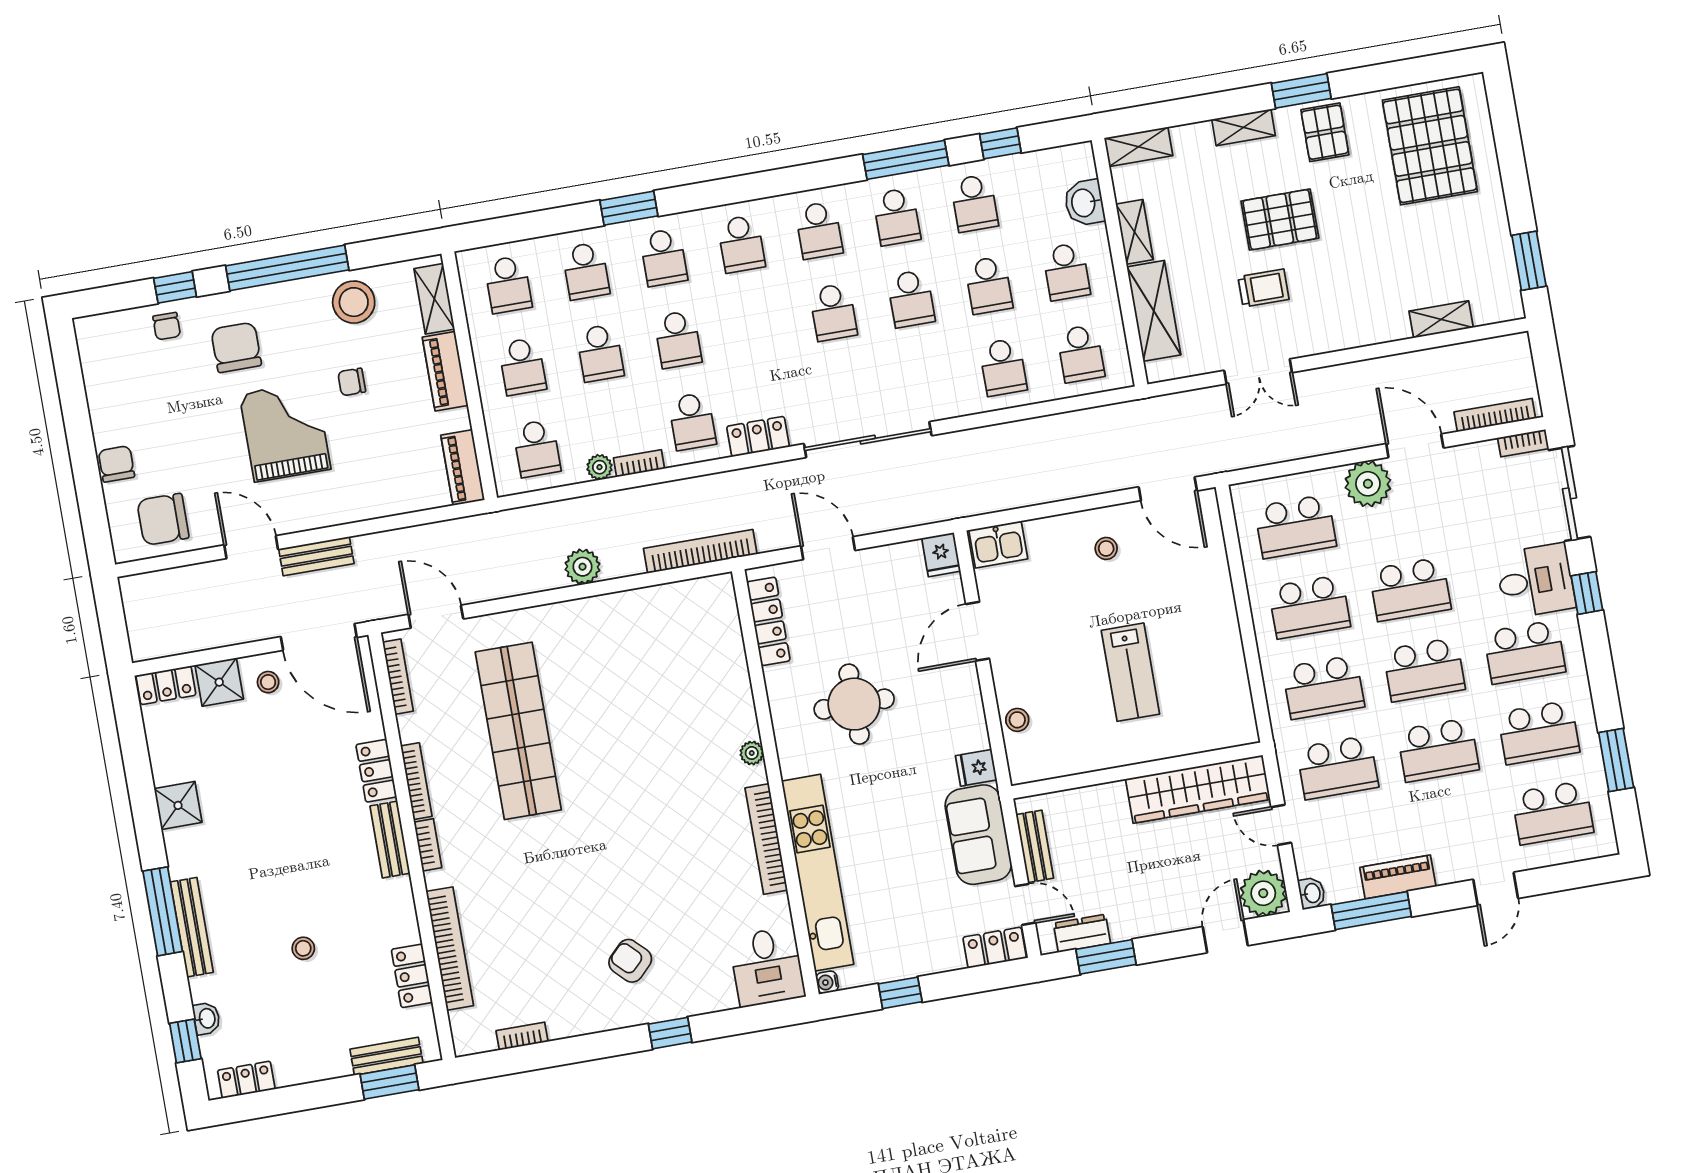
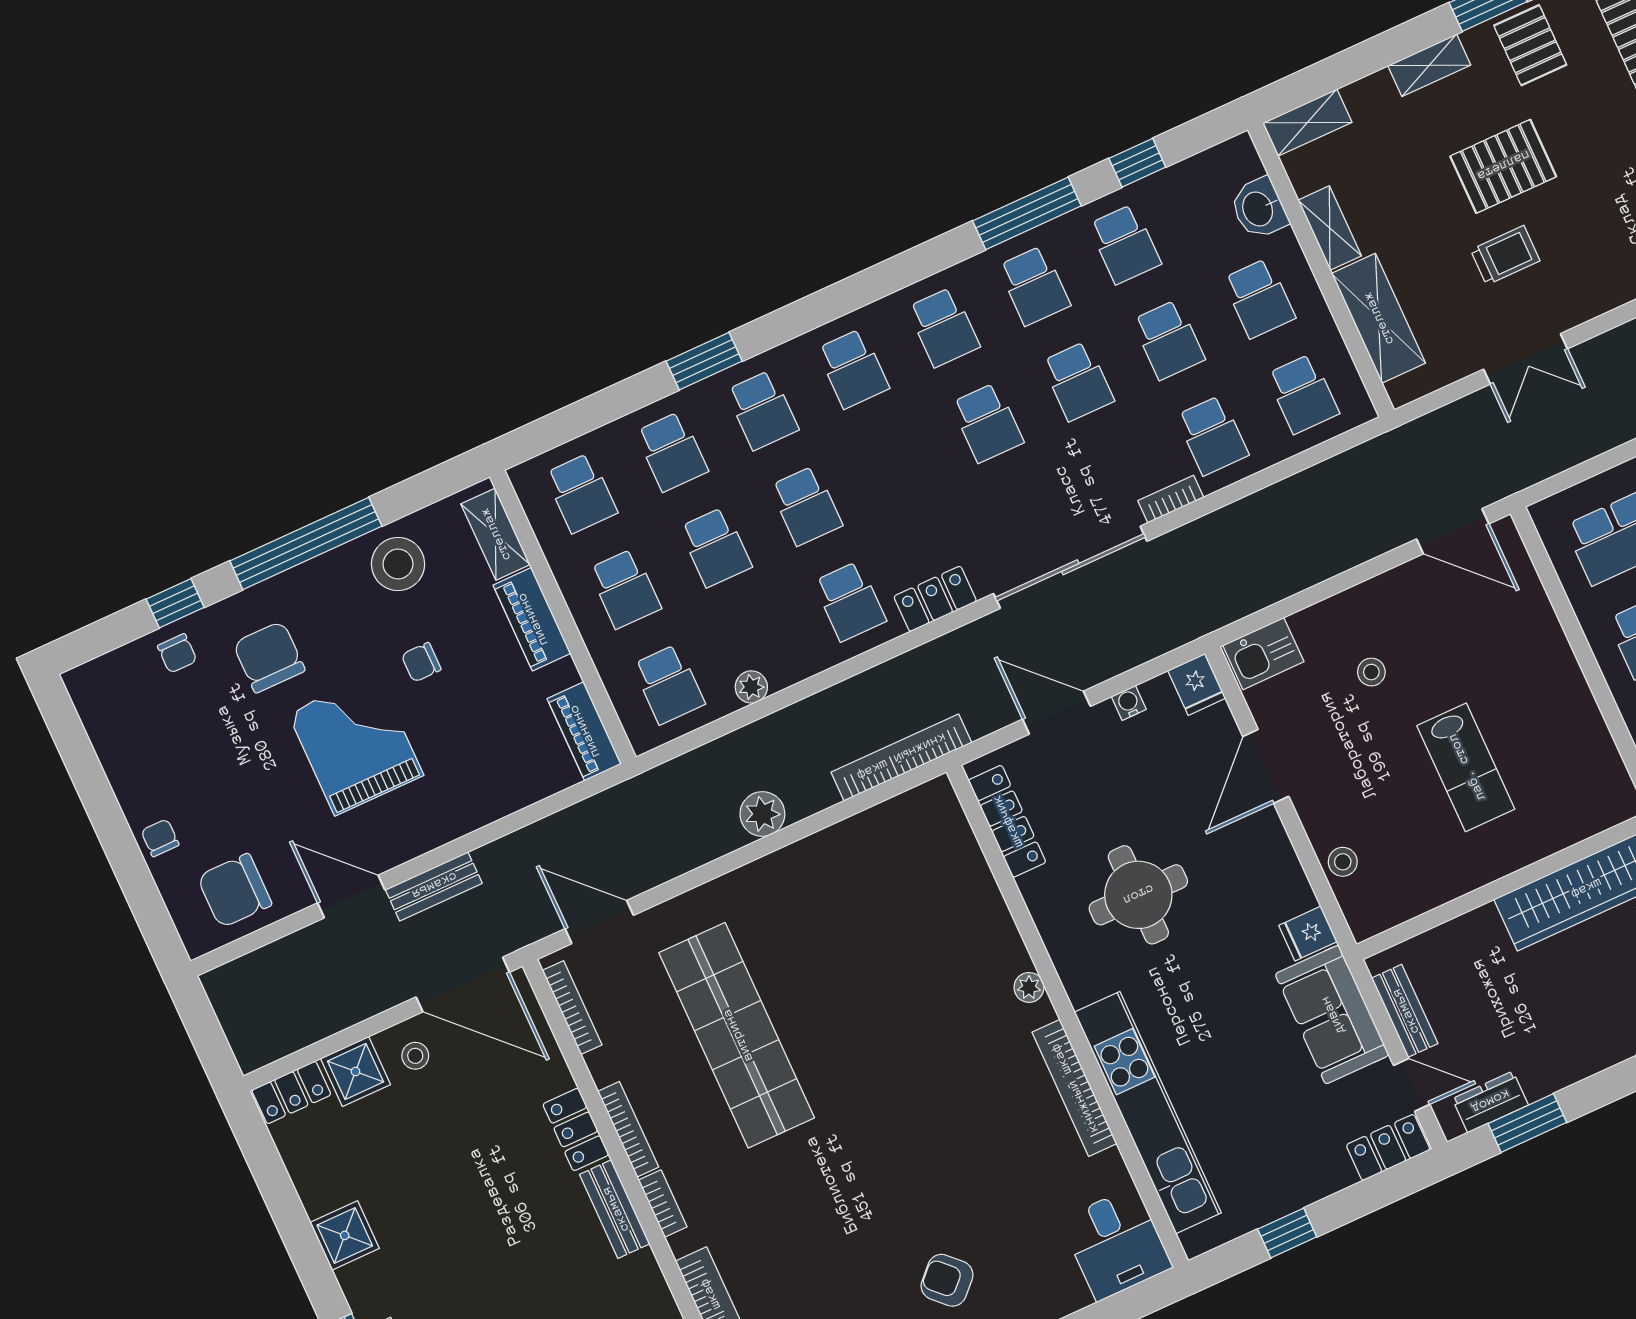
bookcase: (639, 463) -> (1171, 499), moved
chair: (116, 464) -> (160, 838), width x0.73, depth x0.73
stool: (1106, 548) -> (1371, 672), moved
water cooler: (827, 982) -> (1129, 703), moved, turned 90

